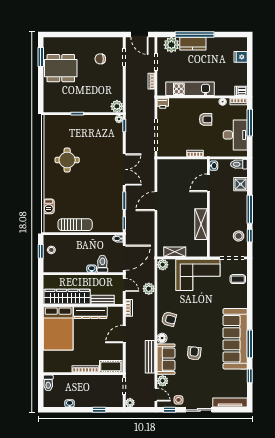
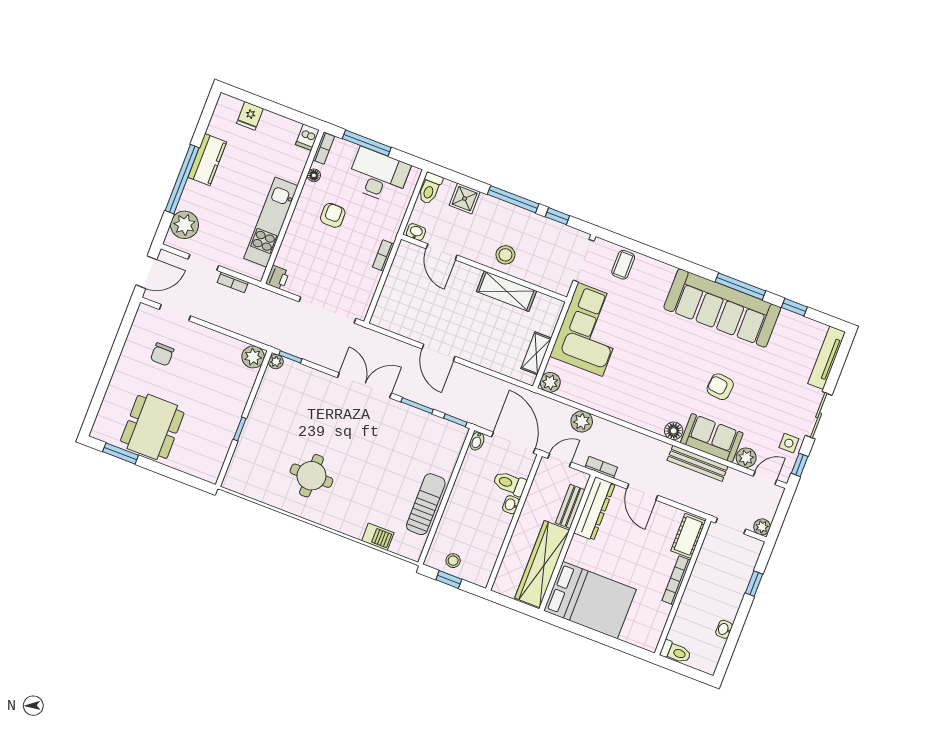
kitchen counter: (193, 44) -> (207, 160), moved
stool: (239, 236) -> (505, 255), moved
dresser: (90, 313) -> (594, 509), moved
armchair: (169, 319) -> (646, 407), removed

